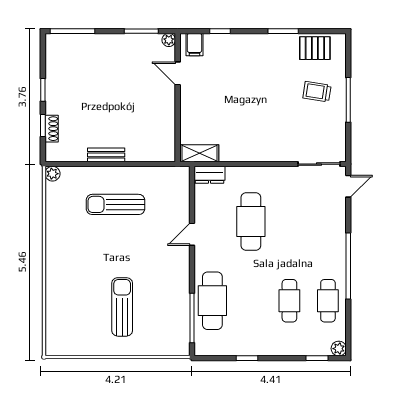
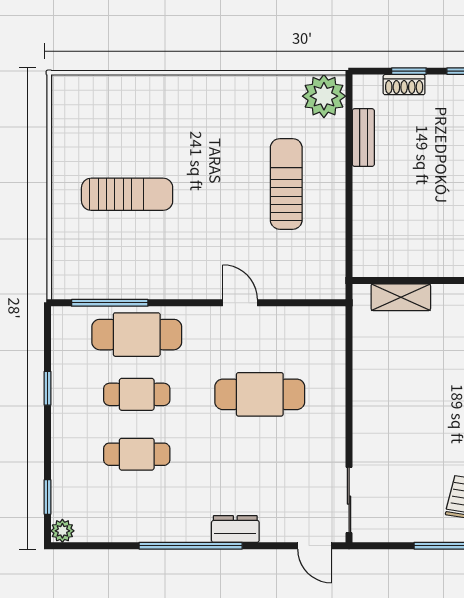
shelving: (200, 153) -> (401, 297), moved, turned 90
bench: (106, 155) -> (363, 138), moved
plant: (52, 174) -> (324, 96), width x1.87, depth x1.87
dresser: (209, 175) -> (235, 529), moved, turned 90
cafe table: (328, 301) -> (137, 394), moved

